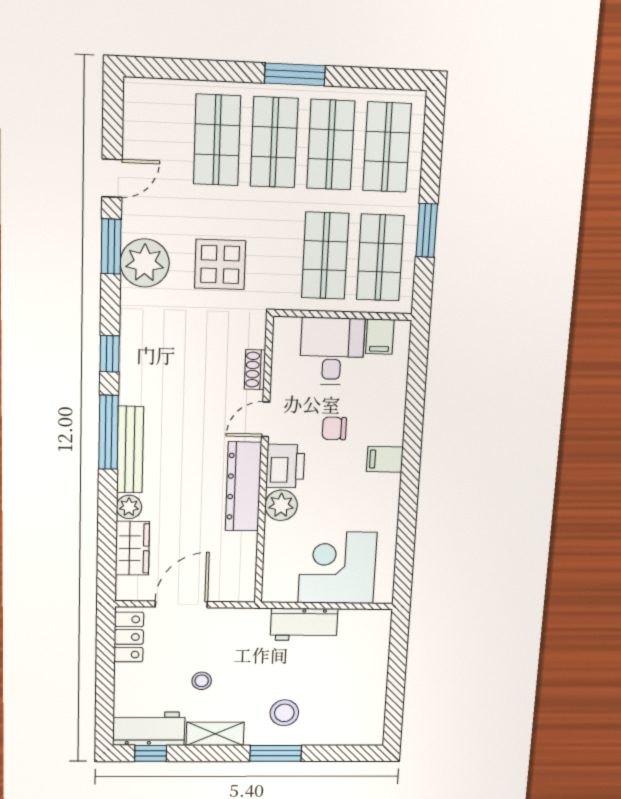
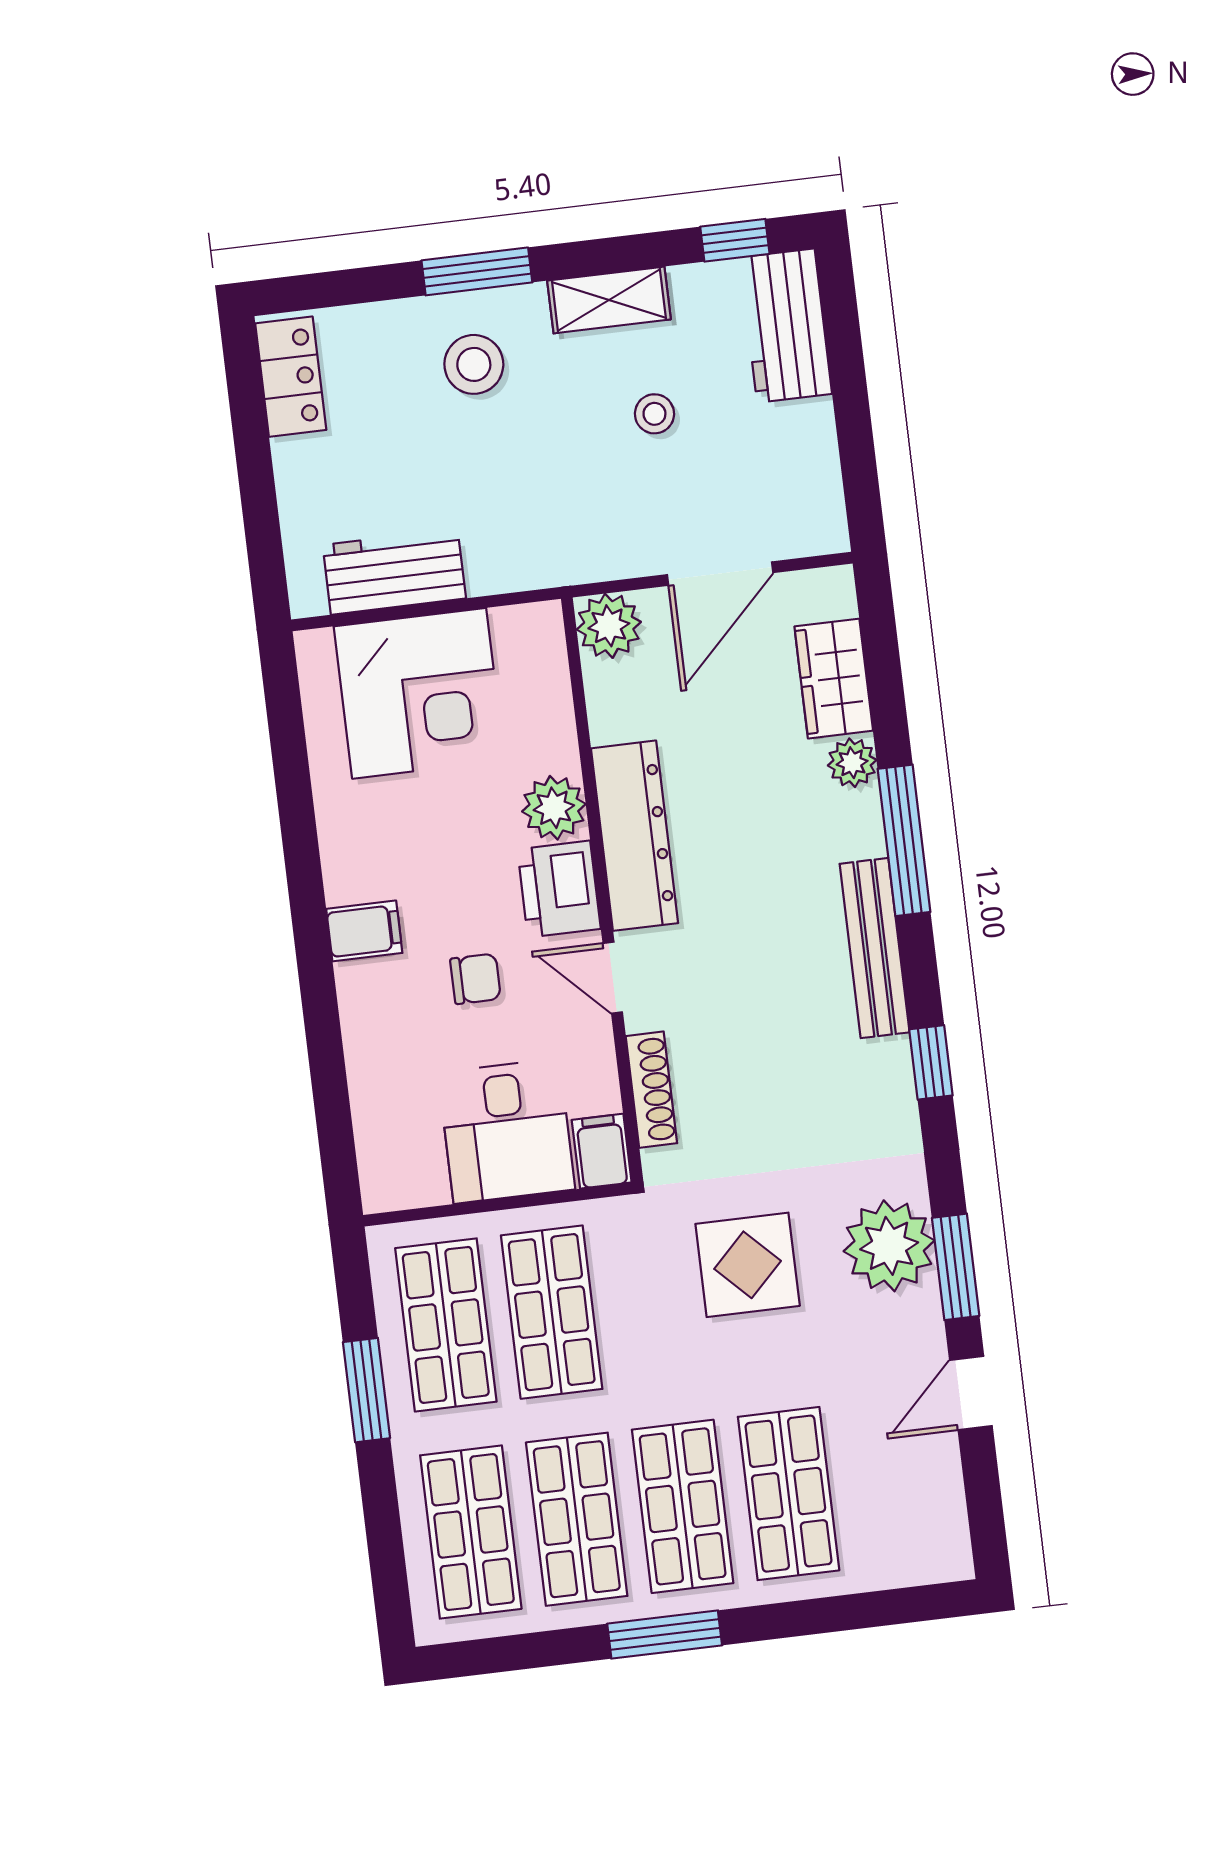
filing cabinet: (380, 337) -> (602, 1151), moved
shoe rack: (255, 370) -> (651, 1090), width x1.43
door: (266, 419) -> (613, 978), swing flipped
window: (108, 432) -> (904, 840), moved
bench: (130, 450) -> (875, 948), moved
plant: (240, 587) -> (609, 626), added
workbench: (304, 624) -> (394, 572), moved
locker: (129, 637) -> (291, 377), moved, turned 180
workbench: (149, 729) -> (786, 326), moved, turned 90

